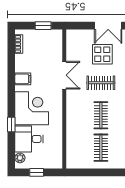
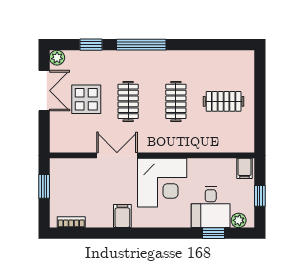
corner desk: (32, 108) -> (162, 183), moved, turned 180
clothes rail: (101, 115) -> (176, 101), turned 90
window: (11, 125) -> (213, 233), moved
filing cabinet: (55, 162) -> (244, 168), added

